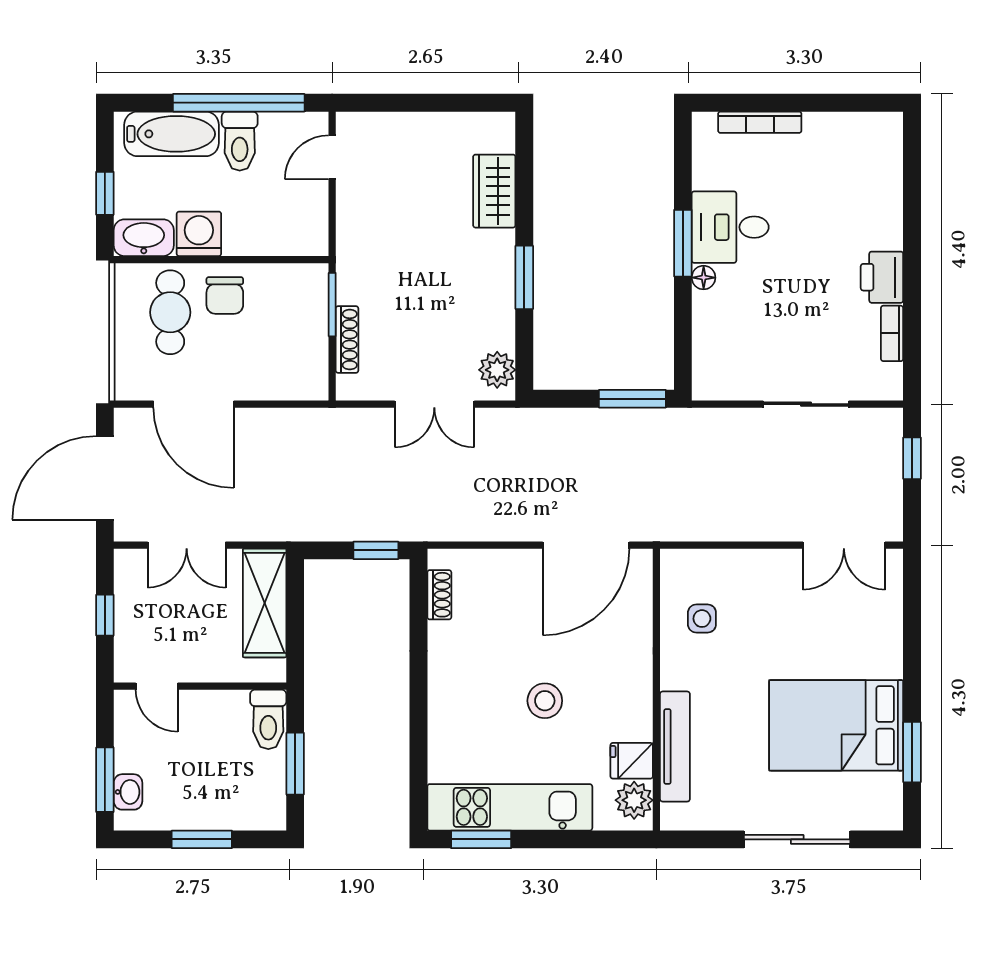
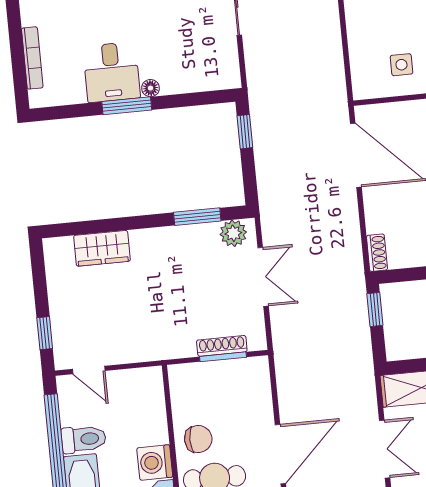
window: (388, 103) -> (45, 333), added
window: (524, 277) -> (197, 217), moved
window: (332, 305) -> (223, 357), moved
window: (632, 399) -> (245, 132), width x0.67
shoe rack: (439, 595) -> (377, 253), moved, turned 90

